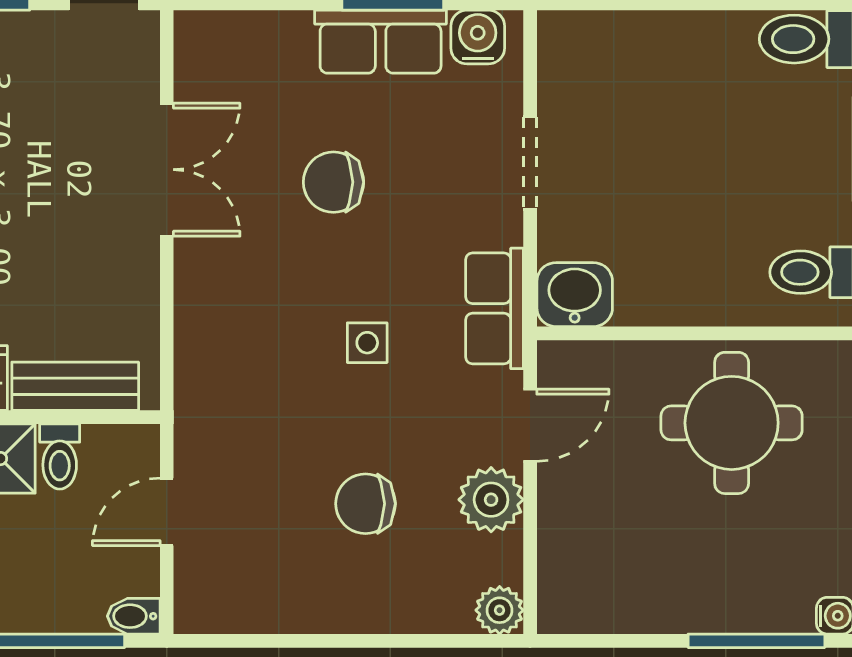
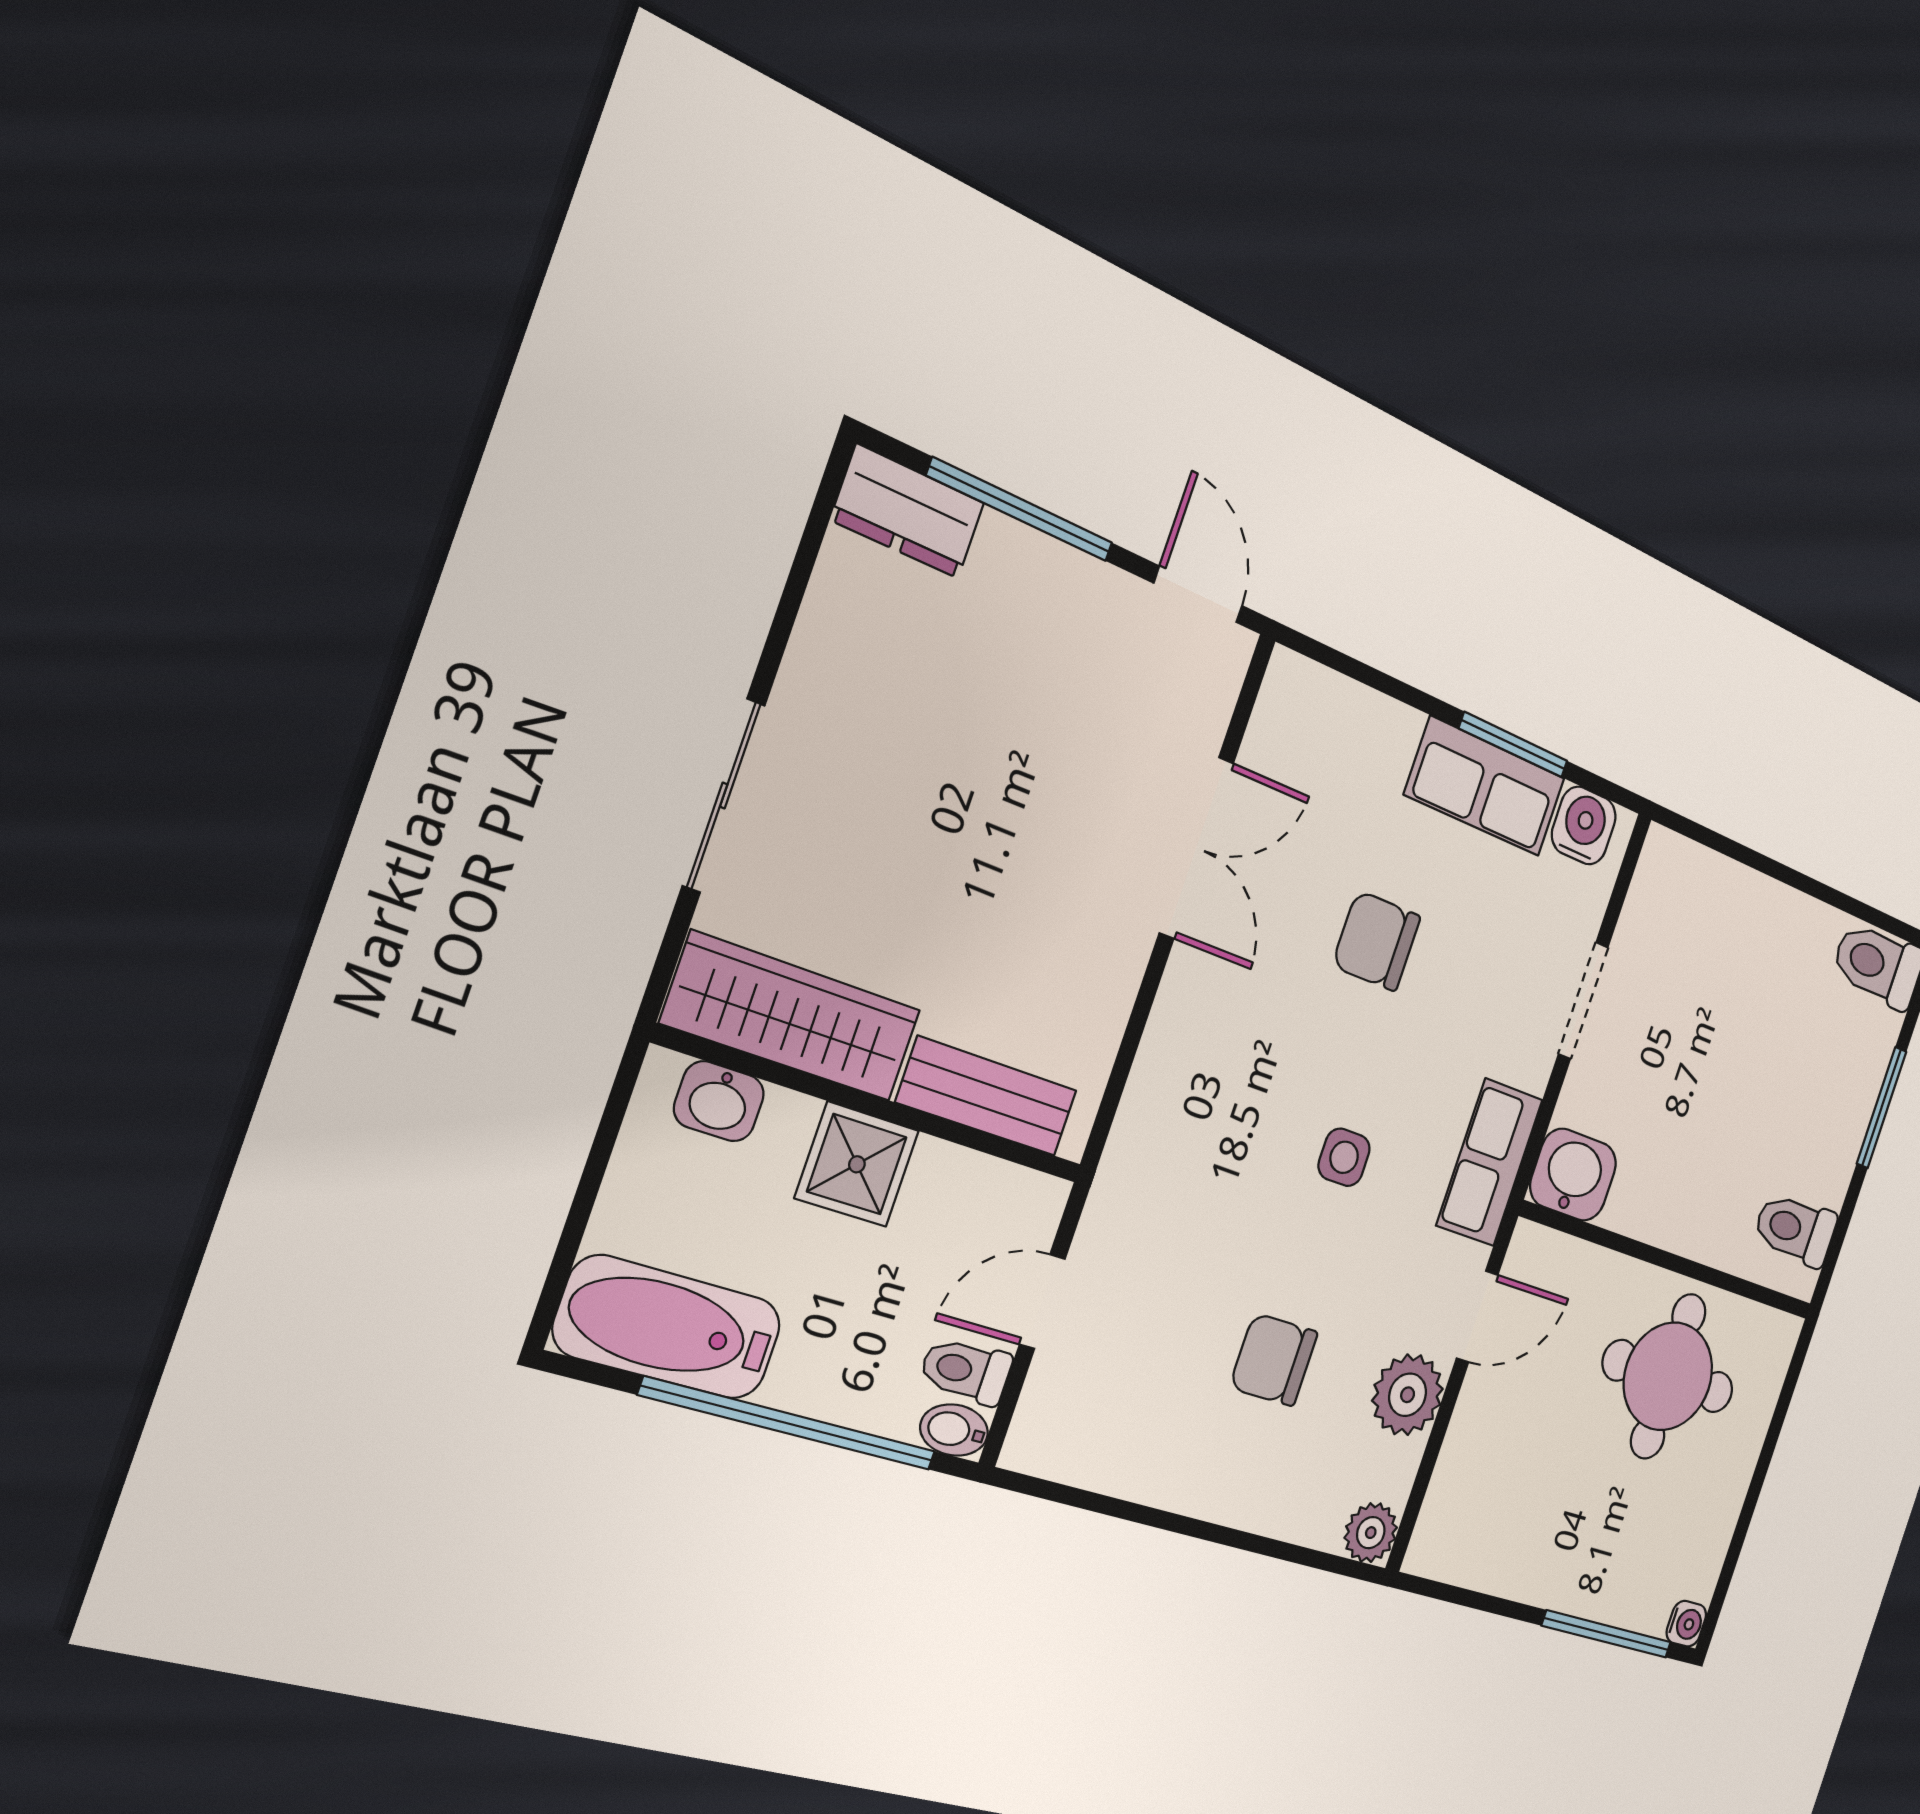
toilet: (60, 457) -> (966, 1371), moved, turned 90

